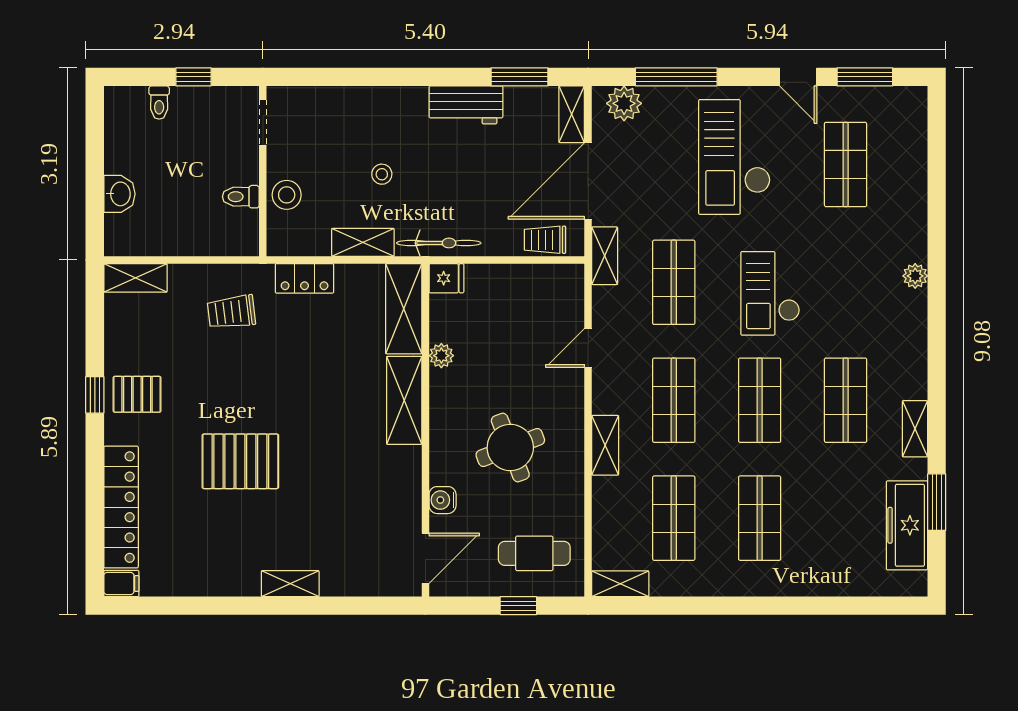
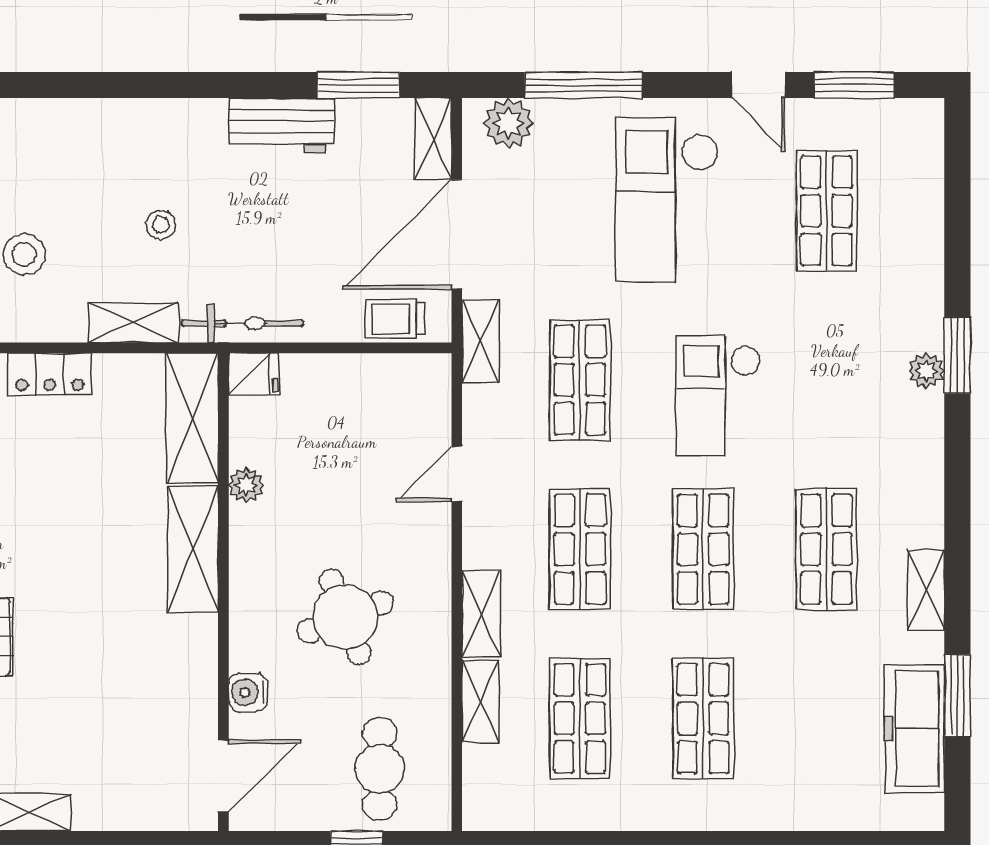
window: (937, 265) -> (957, 355), added
cafe table: (534, 553) -> (380, 769), turned 90
shelving: (620, 584) -> (480, 701), moved, turned 90

